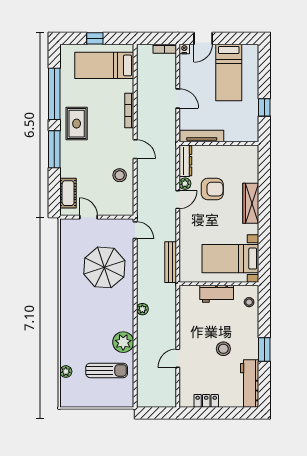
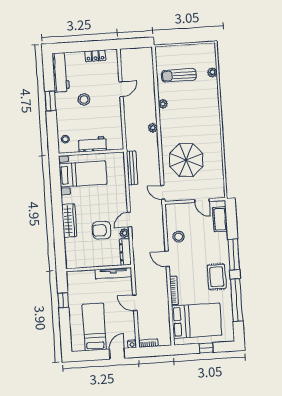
bed: (104, 65) -> (197, 321), width x1.50
plant: (123, 342) -> (163, 104), width x0.53, depth x0.53

